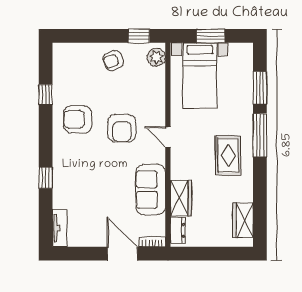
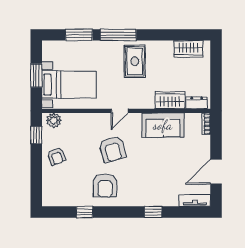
armchair: (122, 128) -> (112, 149), turned 75
rug: (228, 155) -> (135, 61), turned 90
door: (122, 254) -> (216, 172), moved

